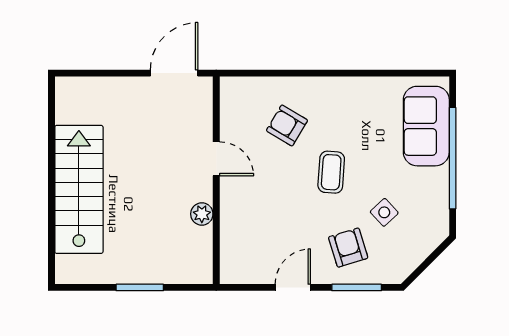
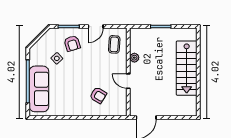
sofa: (426, 126) -> (39, 89), width x1.36
coffee table: (331, 172) -> (114, 44), moved

